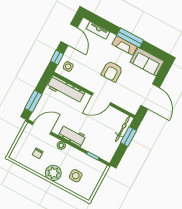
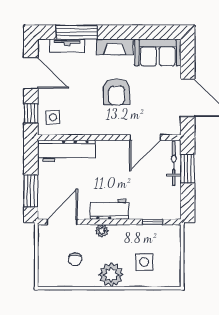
window: (130, 38) -> (77, 32), moved
door: (101, 99) -> (145, 138), moved

